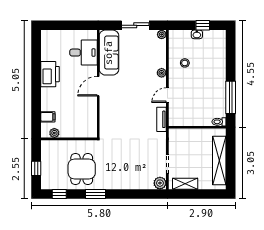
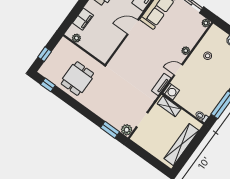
filing cabinet: (48, 117) -> (83, 19), width x2.00
washing machine: (175, 119) -> (171, 92), added
shelving: (185, 184) -> (169, 106), moved
window: (95, 194) -> (110, 130), moved

